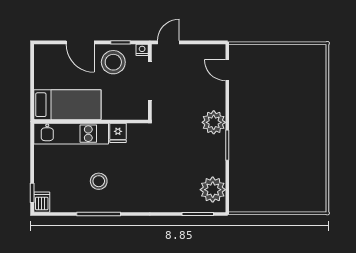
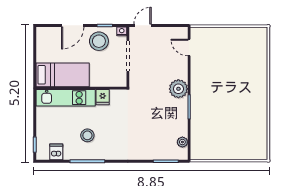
door: (80, 42) -> (73, 25), hinge flipped
plant: (213, 190) -> (182, 142), width x0.53, depth x0.53
dishwasher: (42, 202) -> (56, 152), moved

